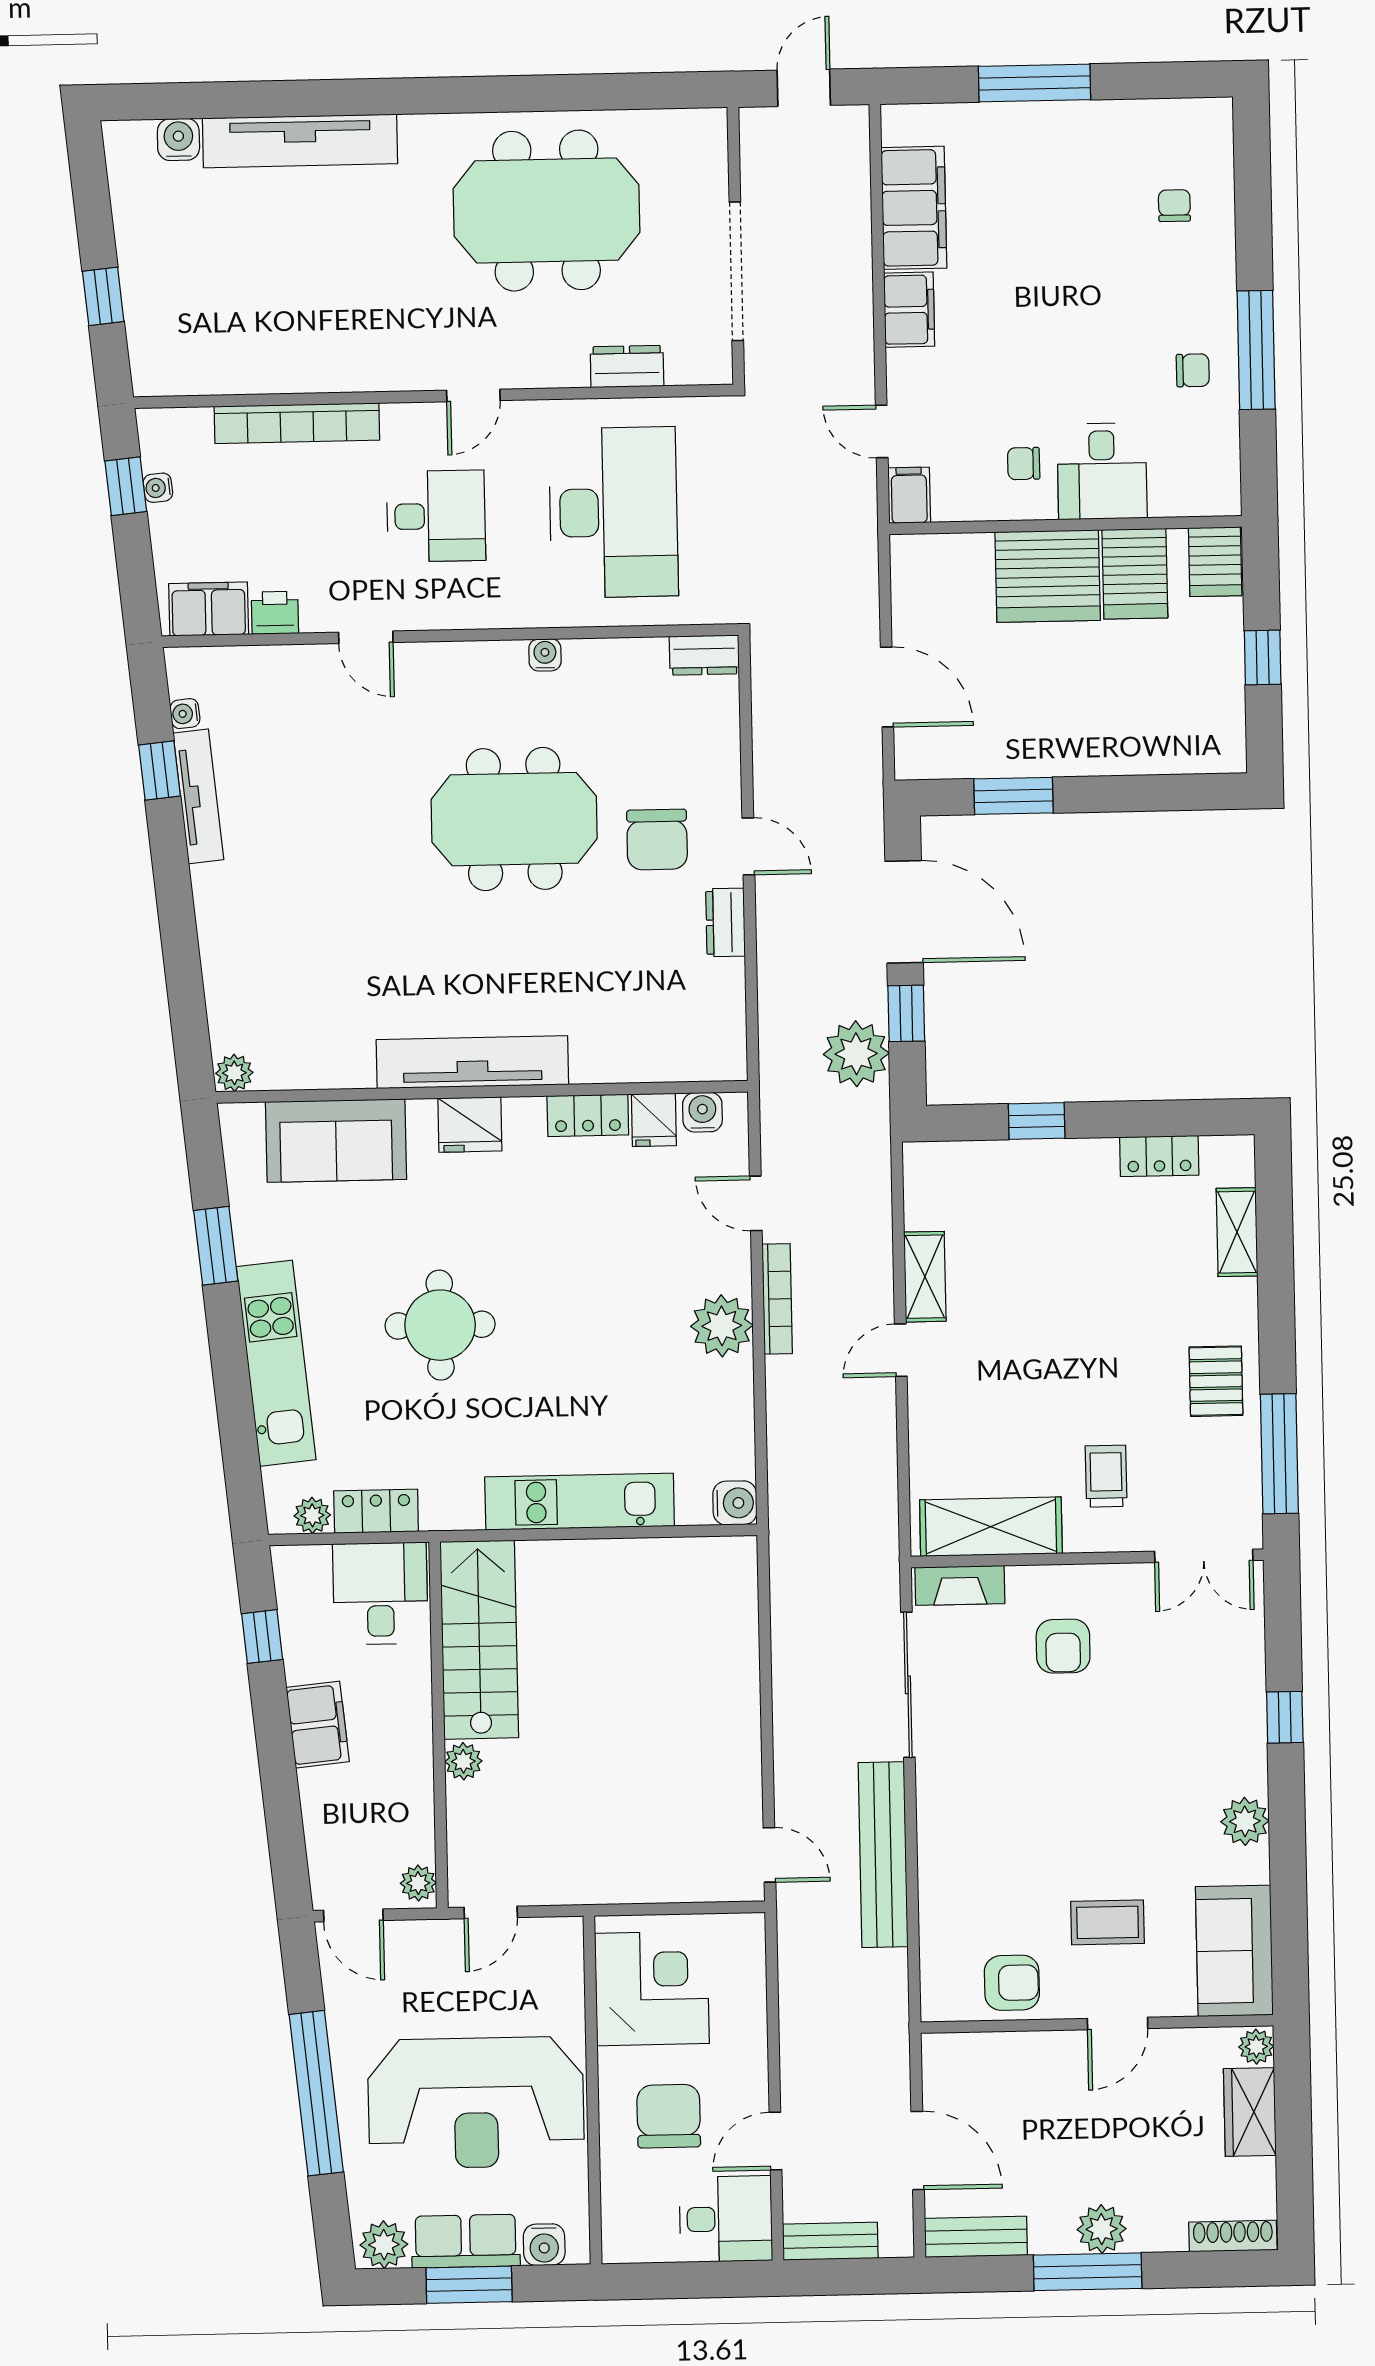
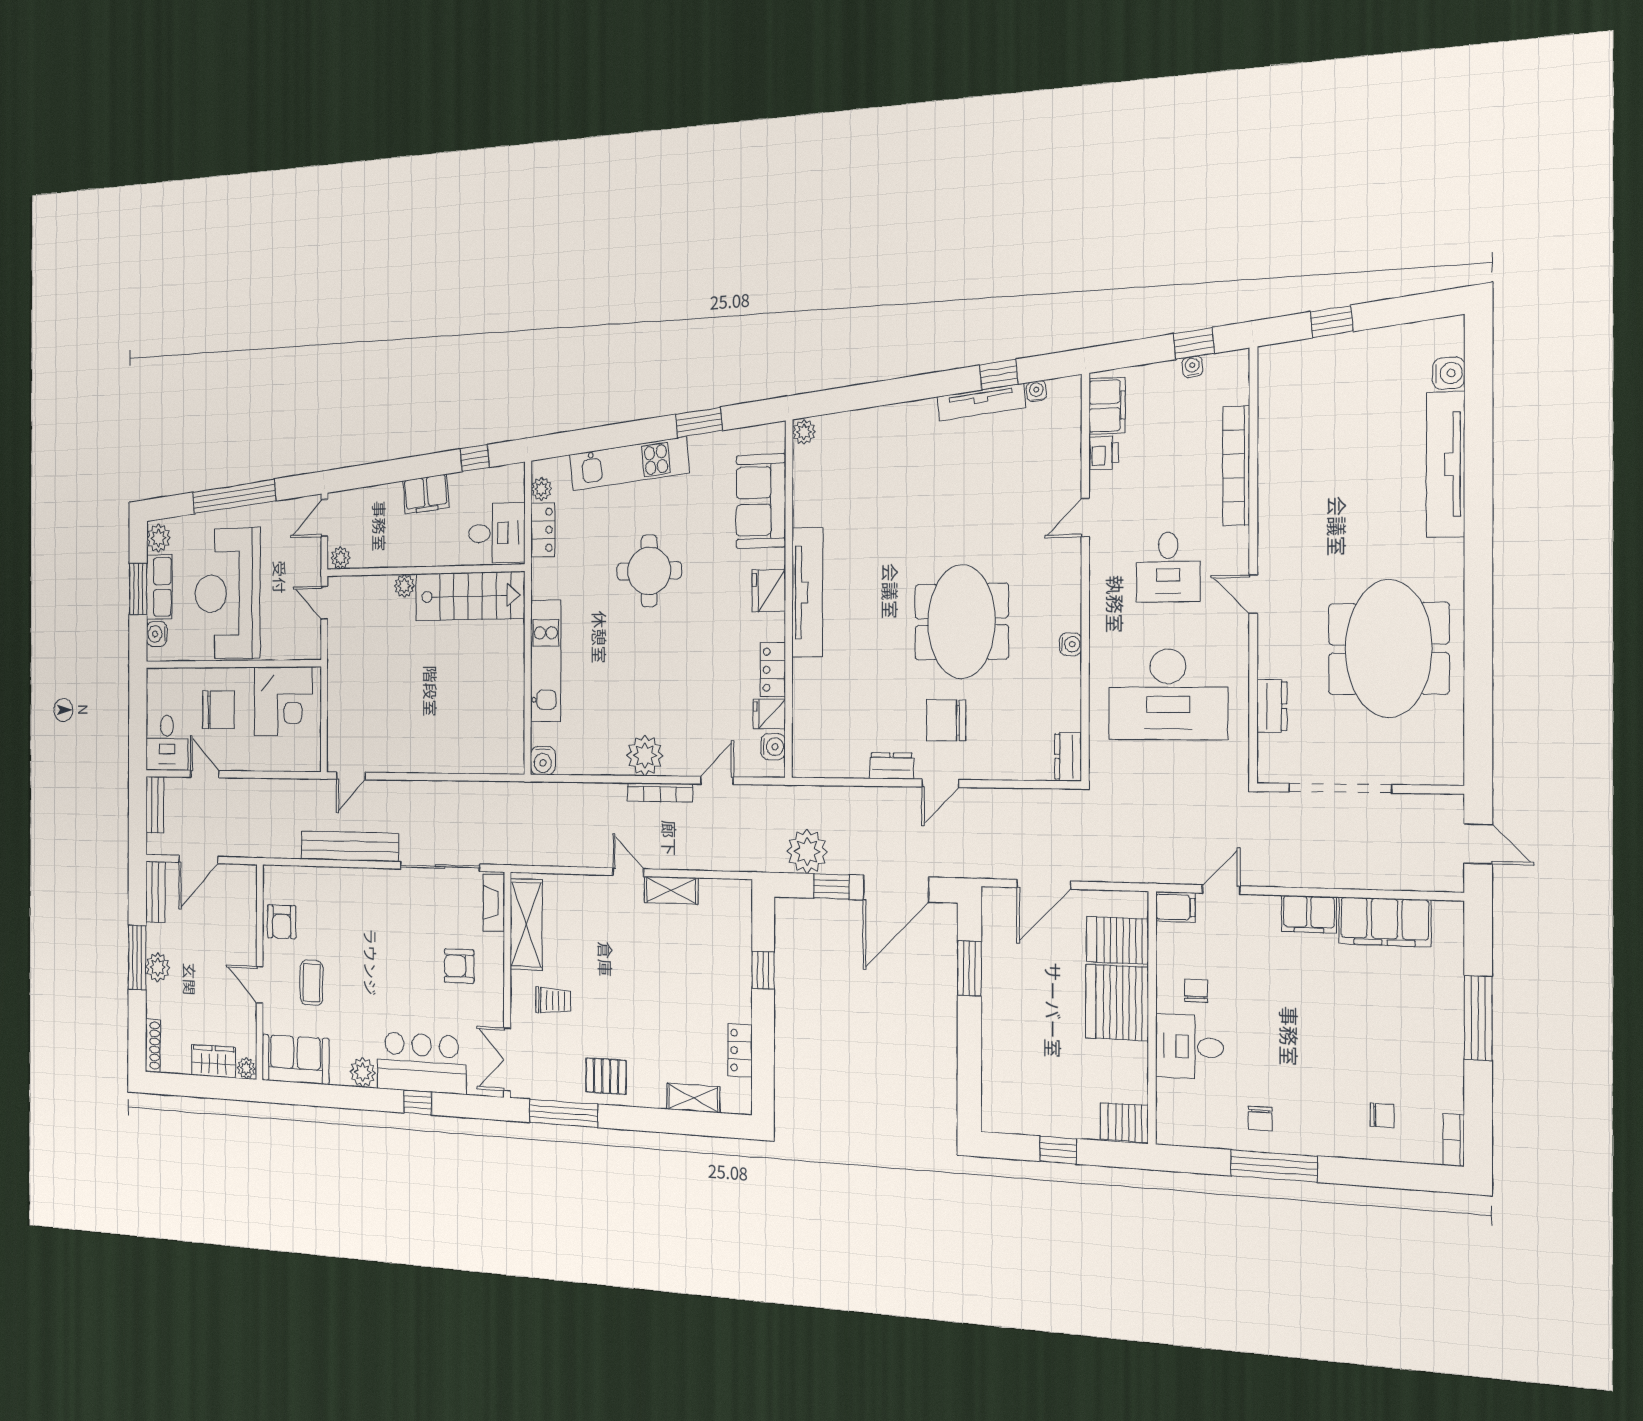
bookcase: (1199, 111) -> (1454, 1140), added
server rack: (1135, 574) -> (1117, 940), moved
bar counter: (1221, 1712) -> (421, 1063), added

